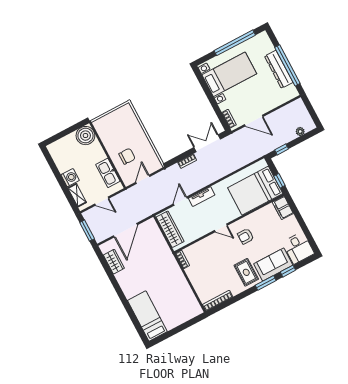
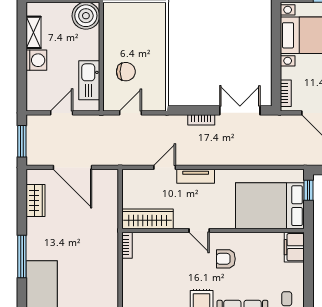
window: (279, 181) -> (308, 190), moved
shelving: (77, 195) -> (34, 32), moved
door: (102, 201) -> (62, 113), swing flipped
wardrobe: (170, 229) -> (147, 219), moved, turned -90
door: (125, 230) -> (73, 167), hinge flipped
window: (123, 299) -> (22, 257), added

